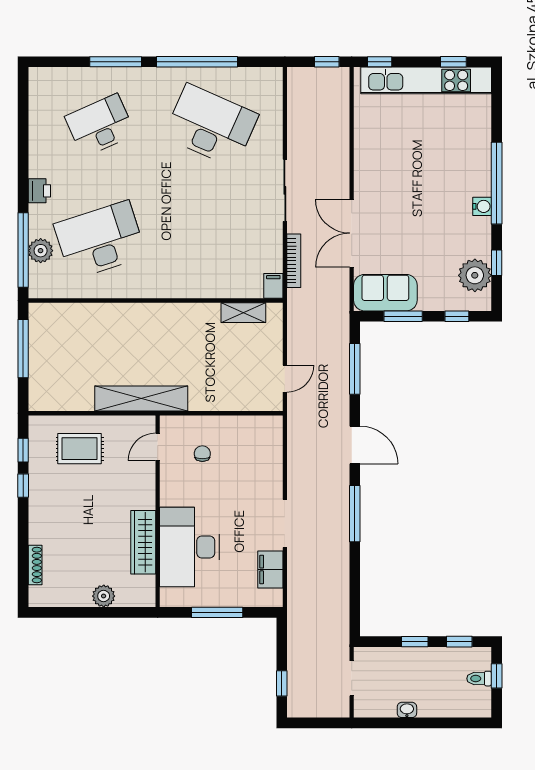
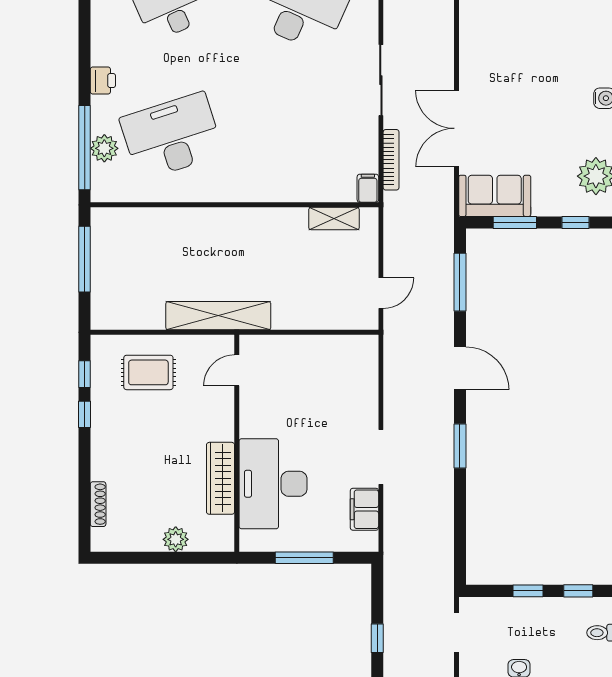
chair: (202, 454) -> (287, 378), removed
window: (355, 514) -> (460, 446), width x0.69

